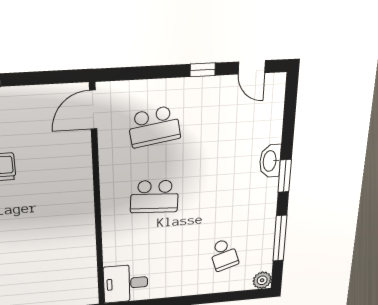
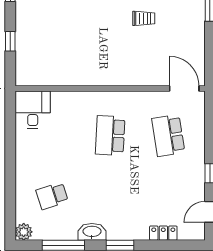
locker: (274, 125) -> (163, 233), added
washbasin: (270, 161) -> (92, 232), moved

